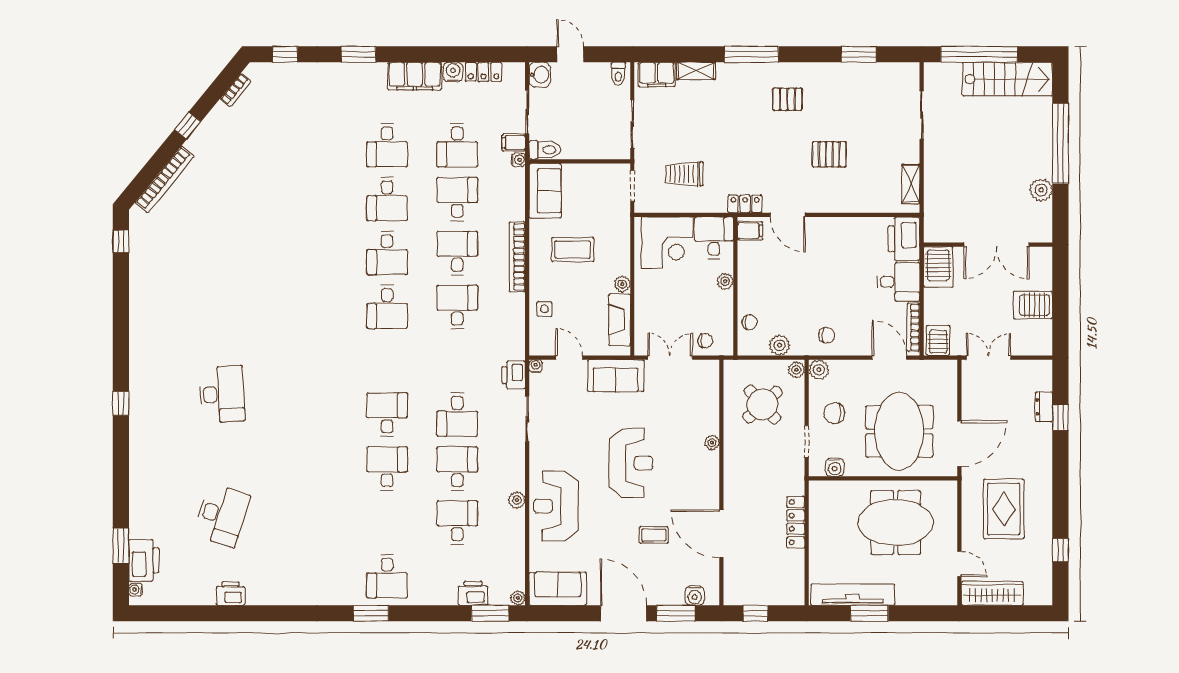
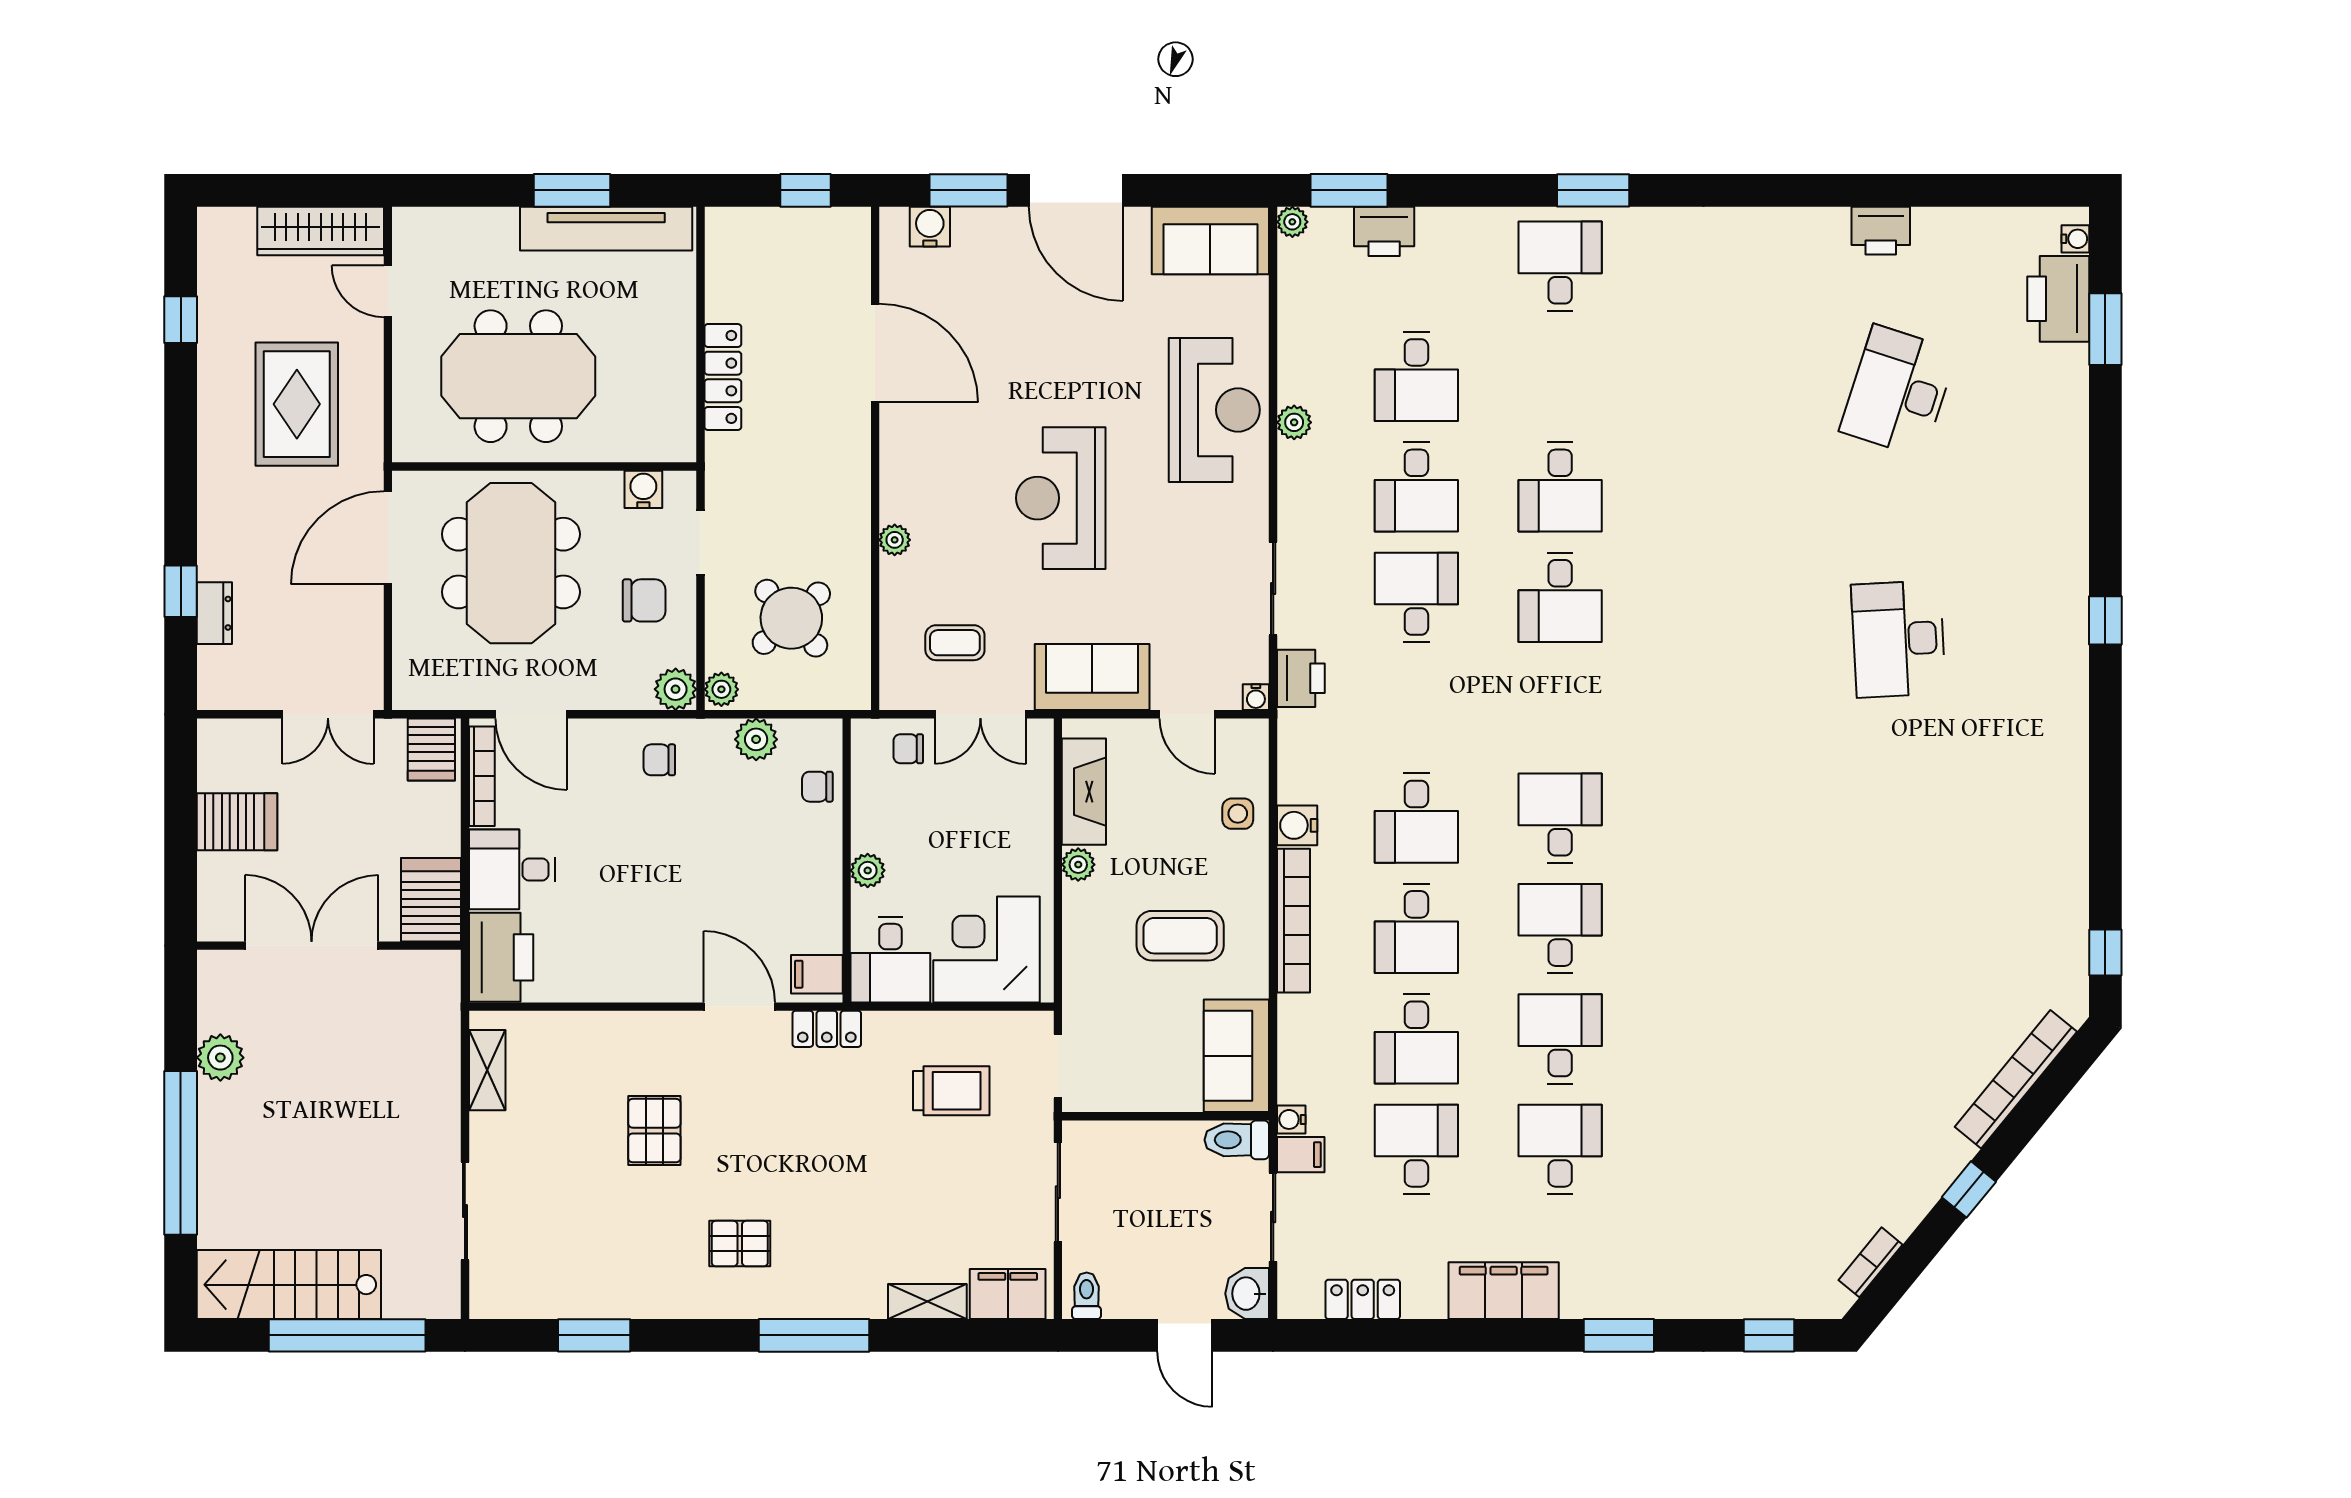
water cooler: (453, 72) -> (1297, 825), moved, turned 90
pallet: (829, 154) -> (654, 1131), turned 90
coffee table: (654, 535) -> (955, 643), moved

